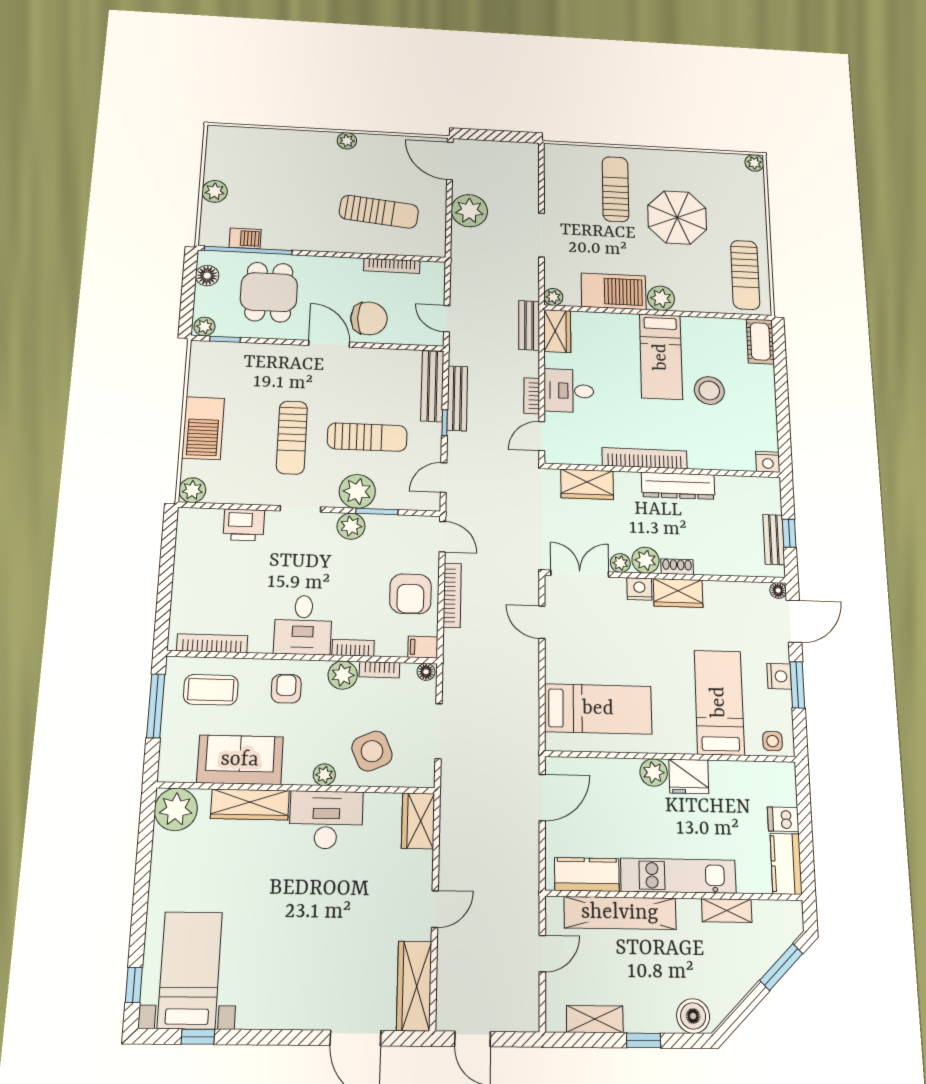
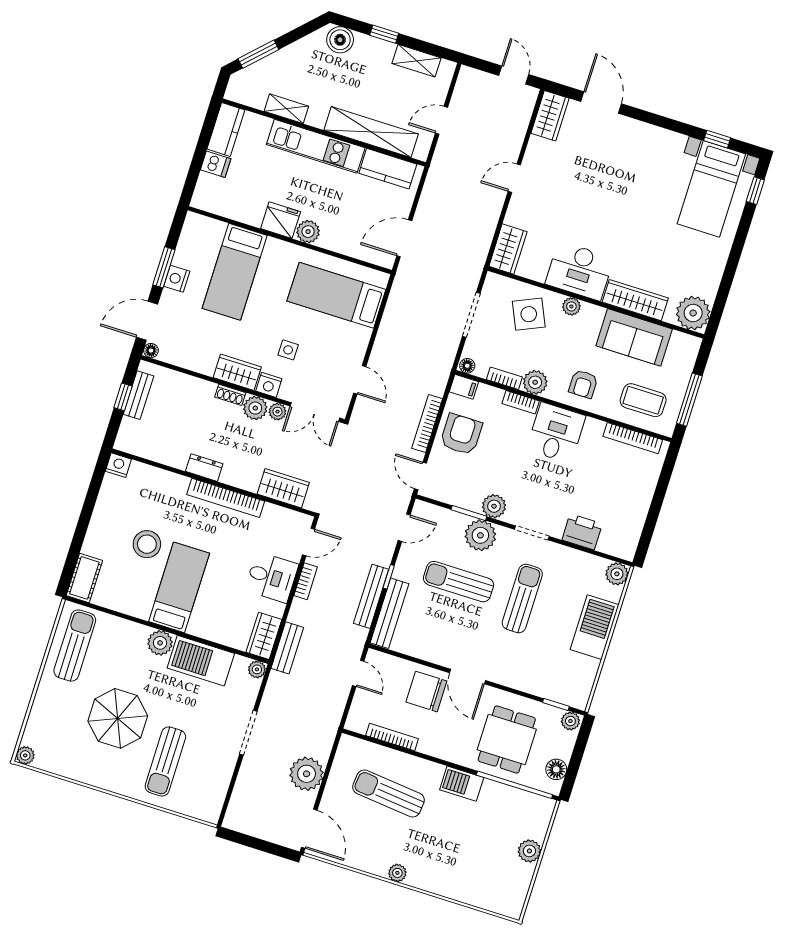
barbecue: (245, 238) -> (462, 784), moved, width x1.38, depth x1.27
dresser: (678, 486) -> (204, 468), width x0.51, depth x0.80
side table: (773, 741) -> (288, 350), moved
wardrobe: (414, 986) -> (550, 116), width x0.67

